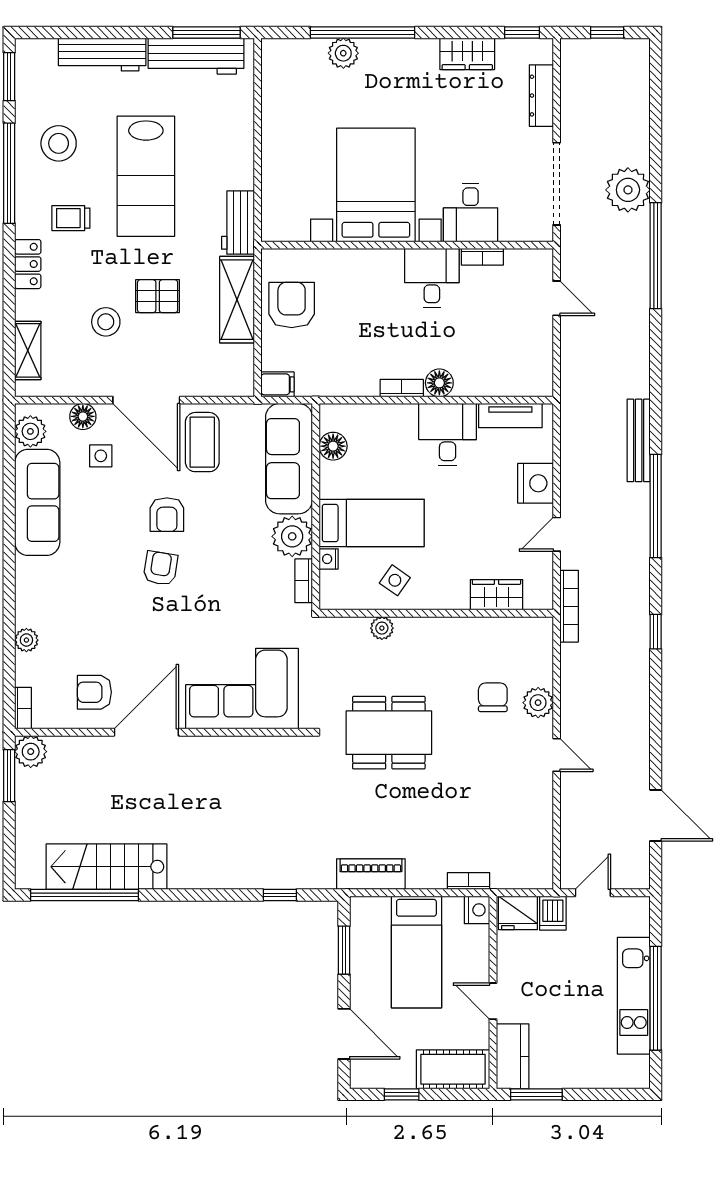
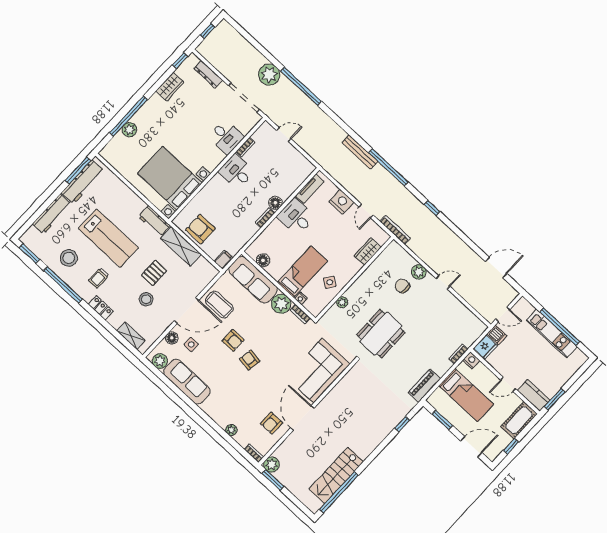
bed with nightstands: (376, 185) -> (170, 178), moved
door: (593, 893) -> (503, 314), swing flipped

